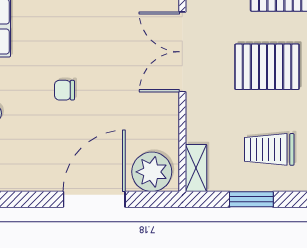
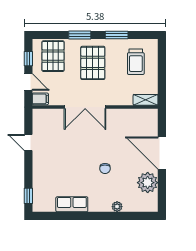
plant: (152, 172) -> (148, 183), moved
window: (251, 199) -> (162, 71), removed

